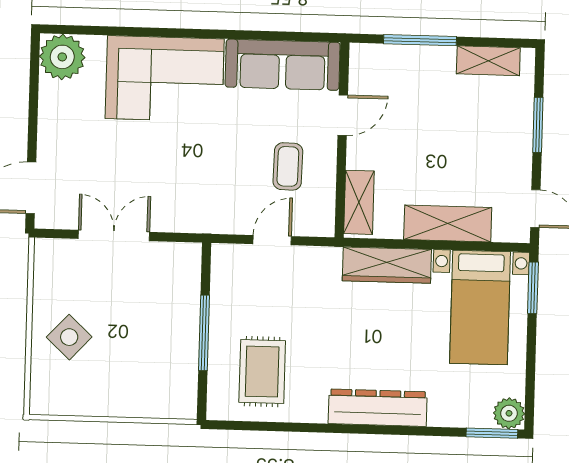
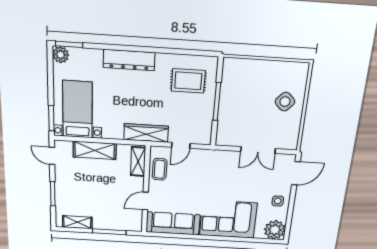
side table: (63, 124) -> (278, 201), added
coffee table: (288, 166) -> (160, 169), moved
wardrobe: (387, 265) -> (146, 133), moved
rug: (262, 372) -> (188, 81), turned 90

